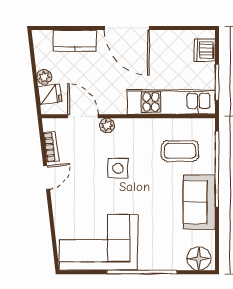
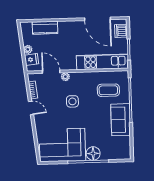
door: (127, 28) -> (98, 19), moved
door: (47, 178) -> (31, 108), hinge flipped
floor lamp: (199, 259) -> (93, 153), moved

